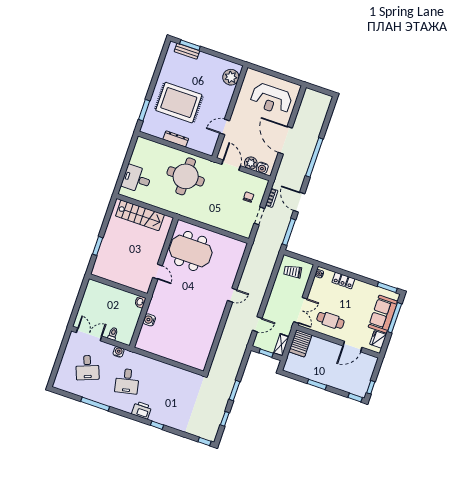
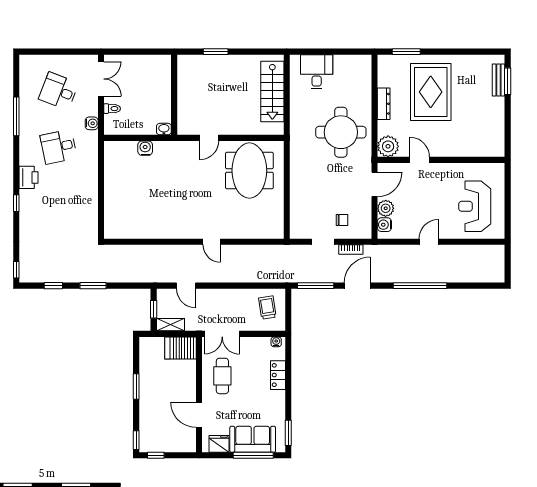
plant: (231, 77) -> (388, 146), moved
door: (285, 140) -> (429, 242), width x0.53
desk: (87, 368) -> (59, 91), turned 42

